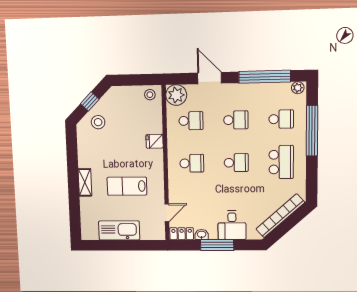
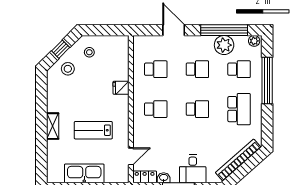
stool: (150, 95) -> (89, 52), moved
plant: (176, 95) -> (224, 45), moved

